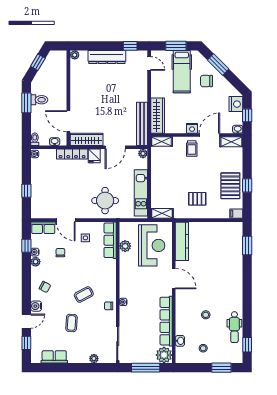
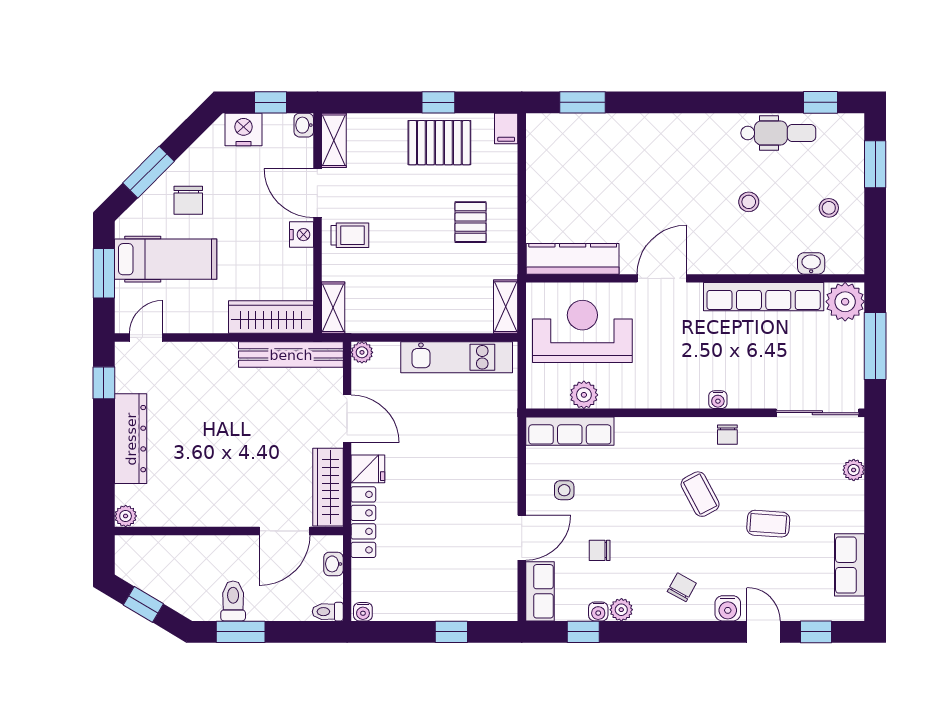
round table: (105, 201) -> (475, 443), removed

